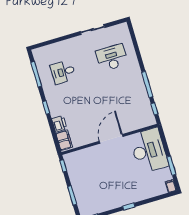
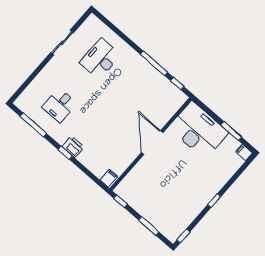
printer: (59, 124) -> (73, 147), moved
filing cabinet: (64, 140) -> (109, 178), width x0.50

